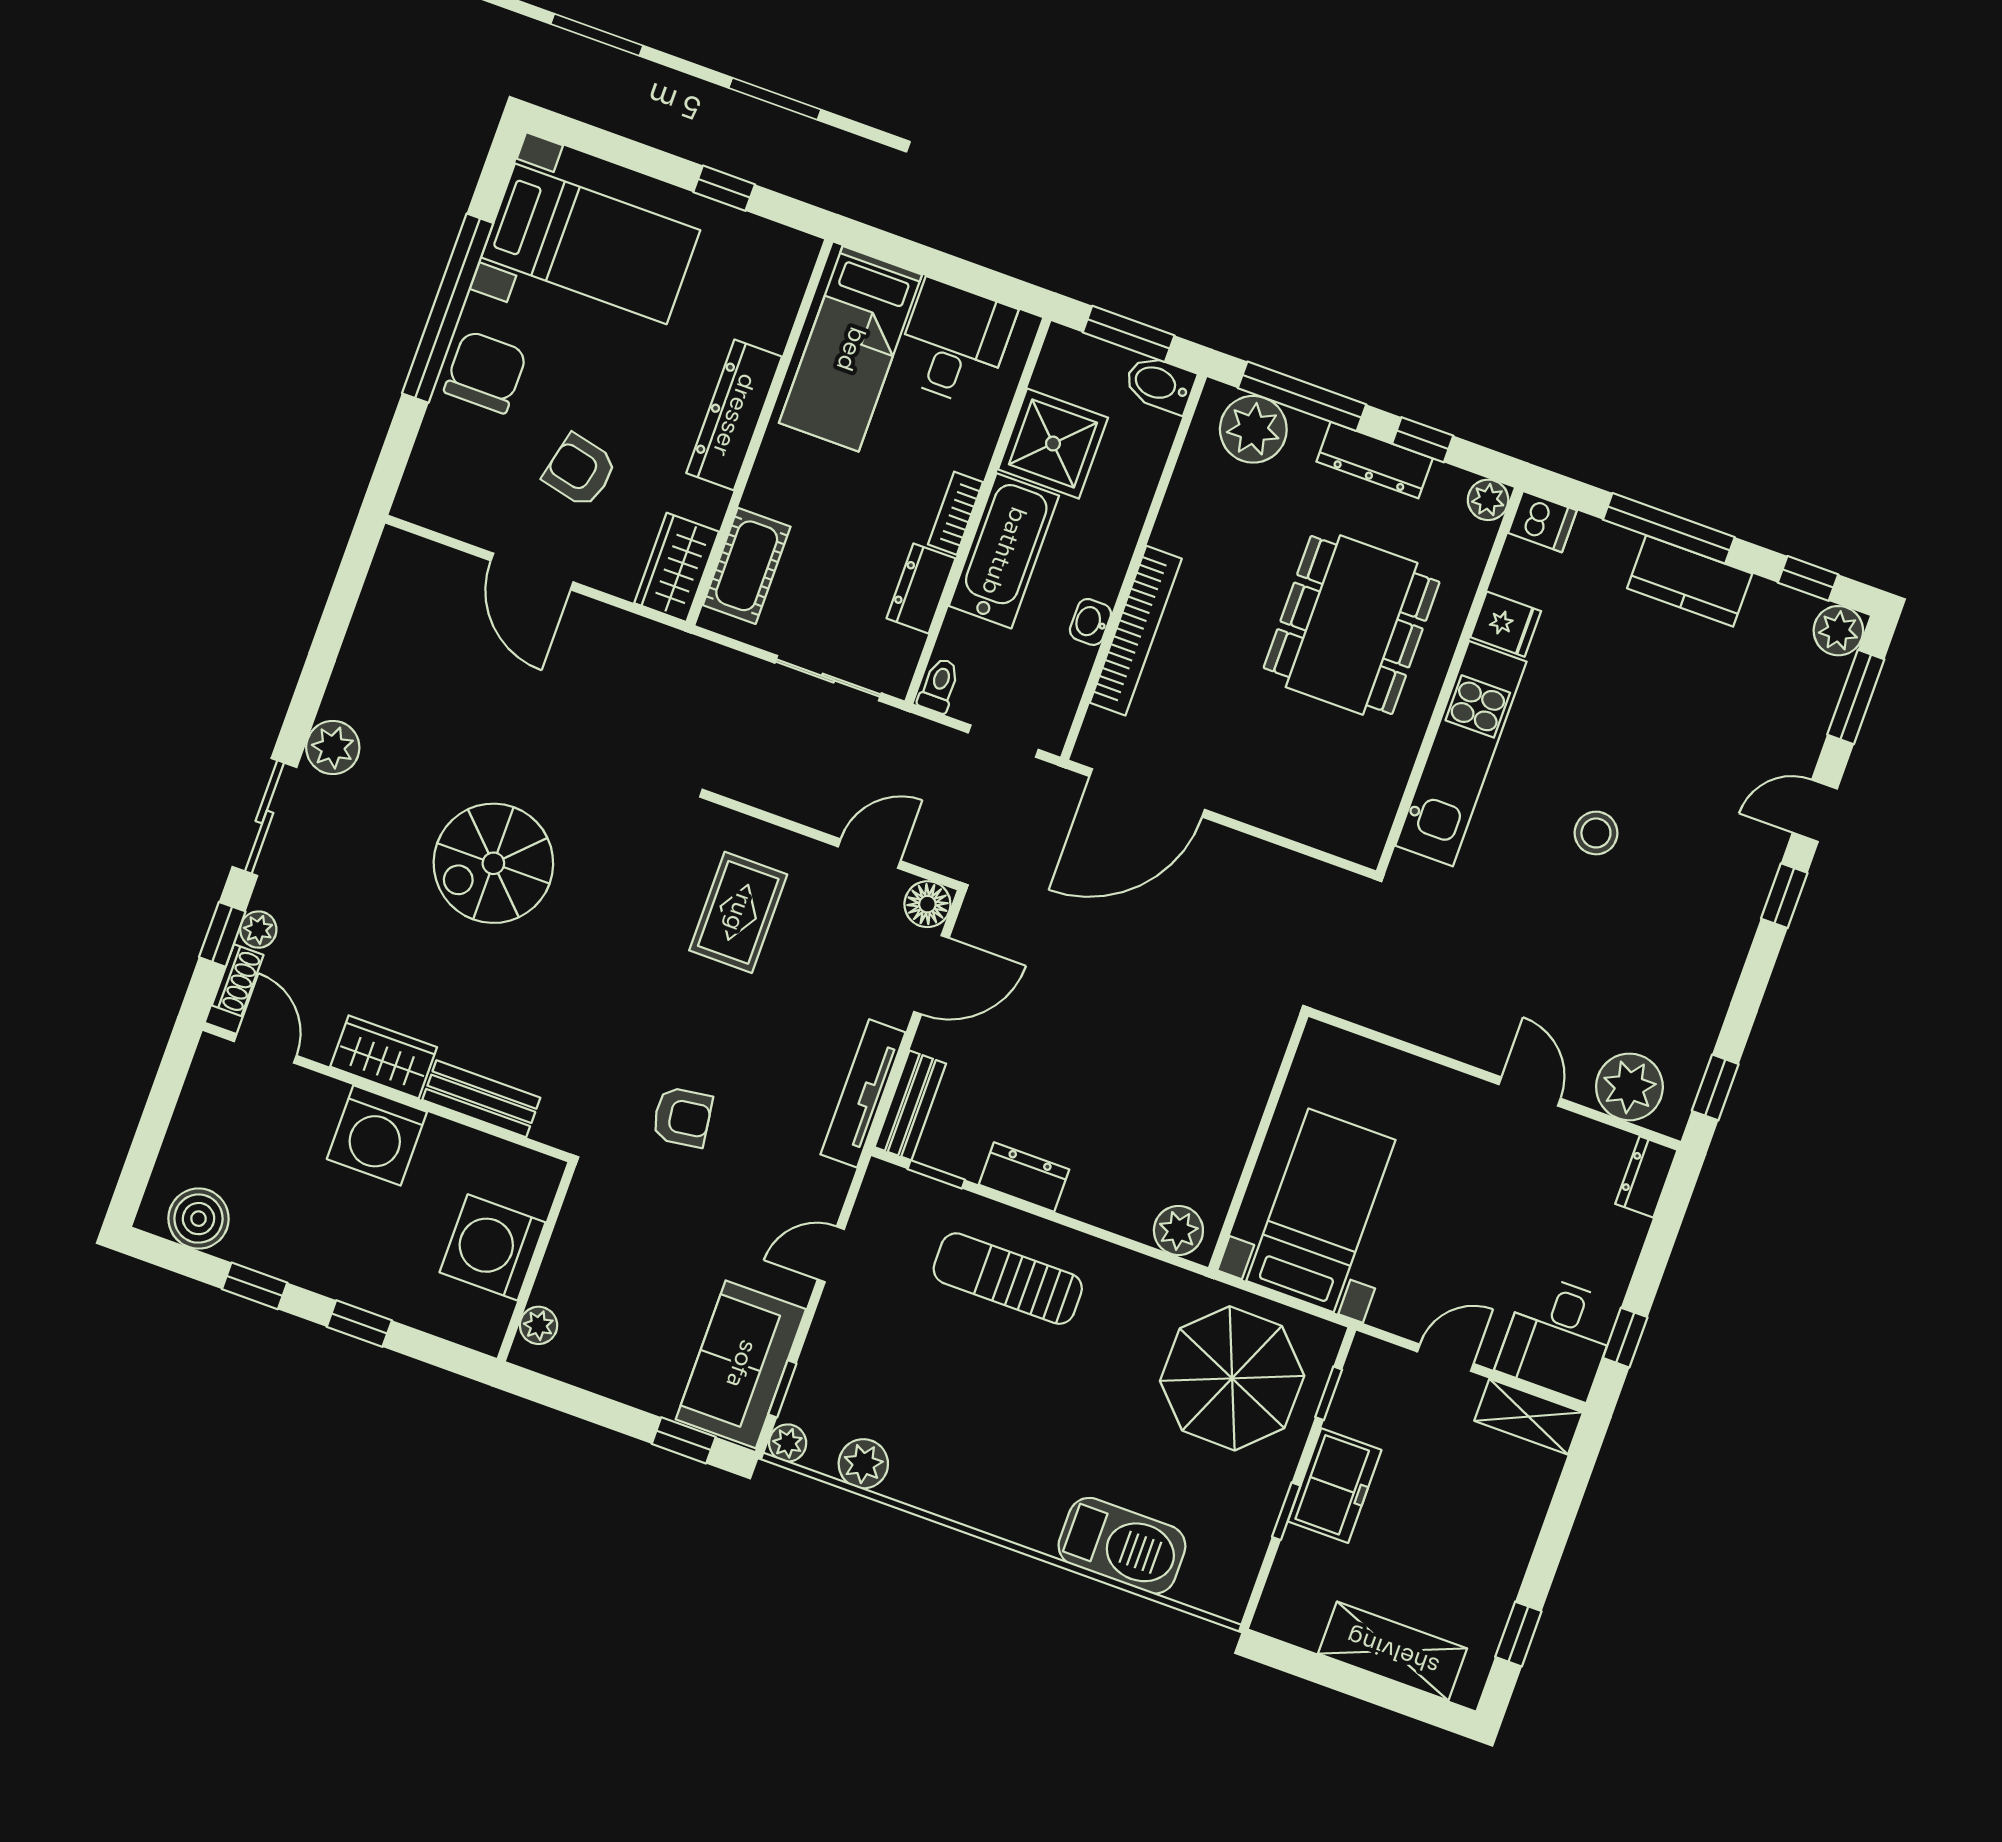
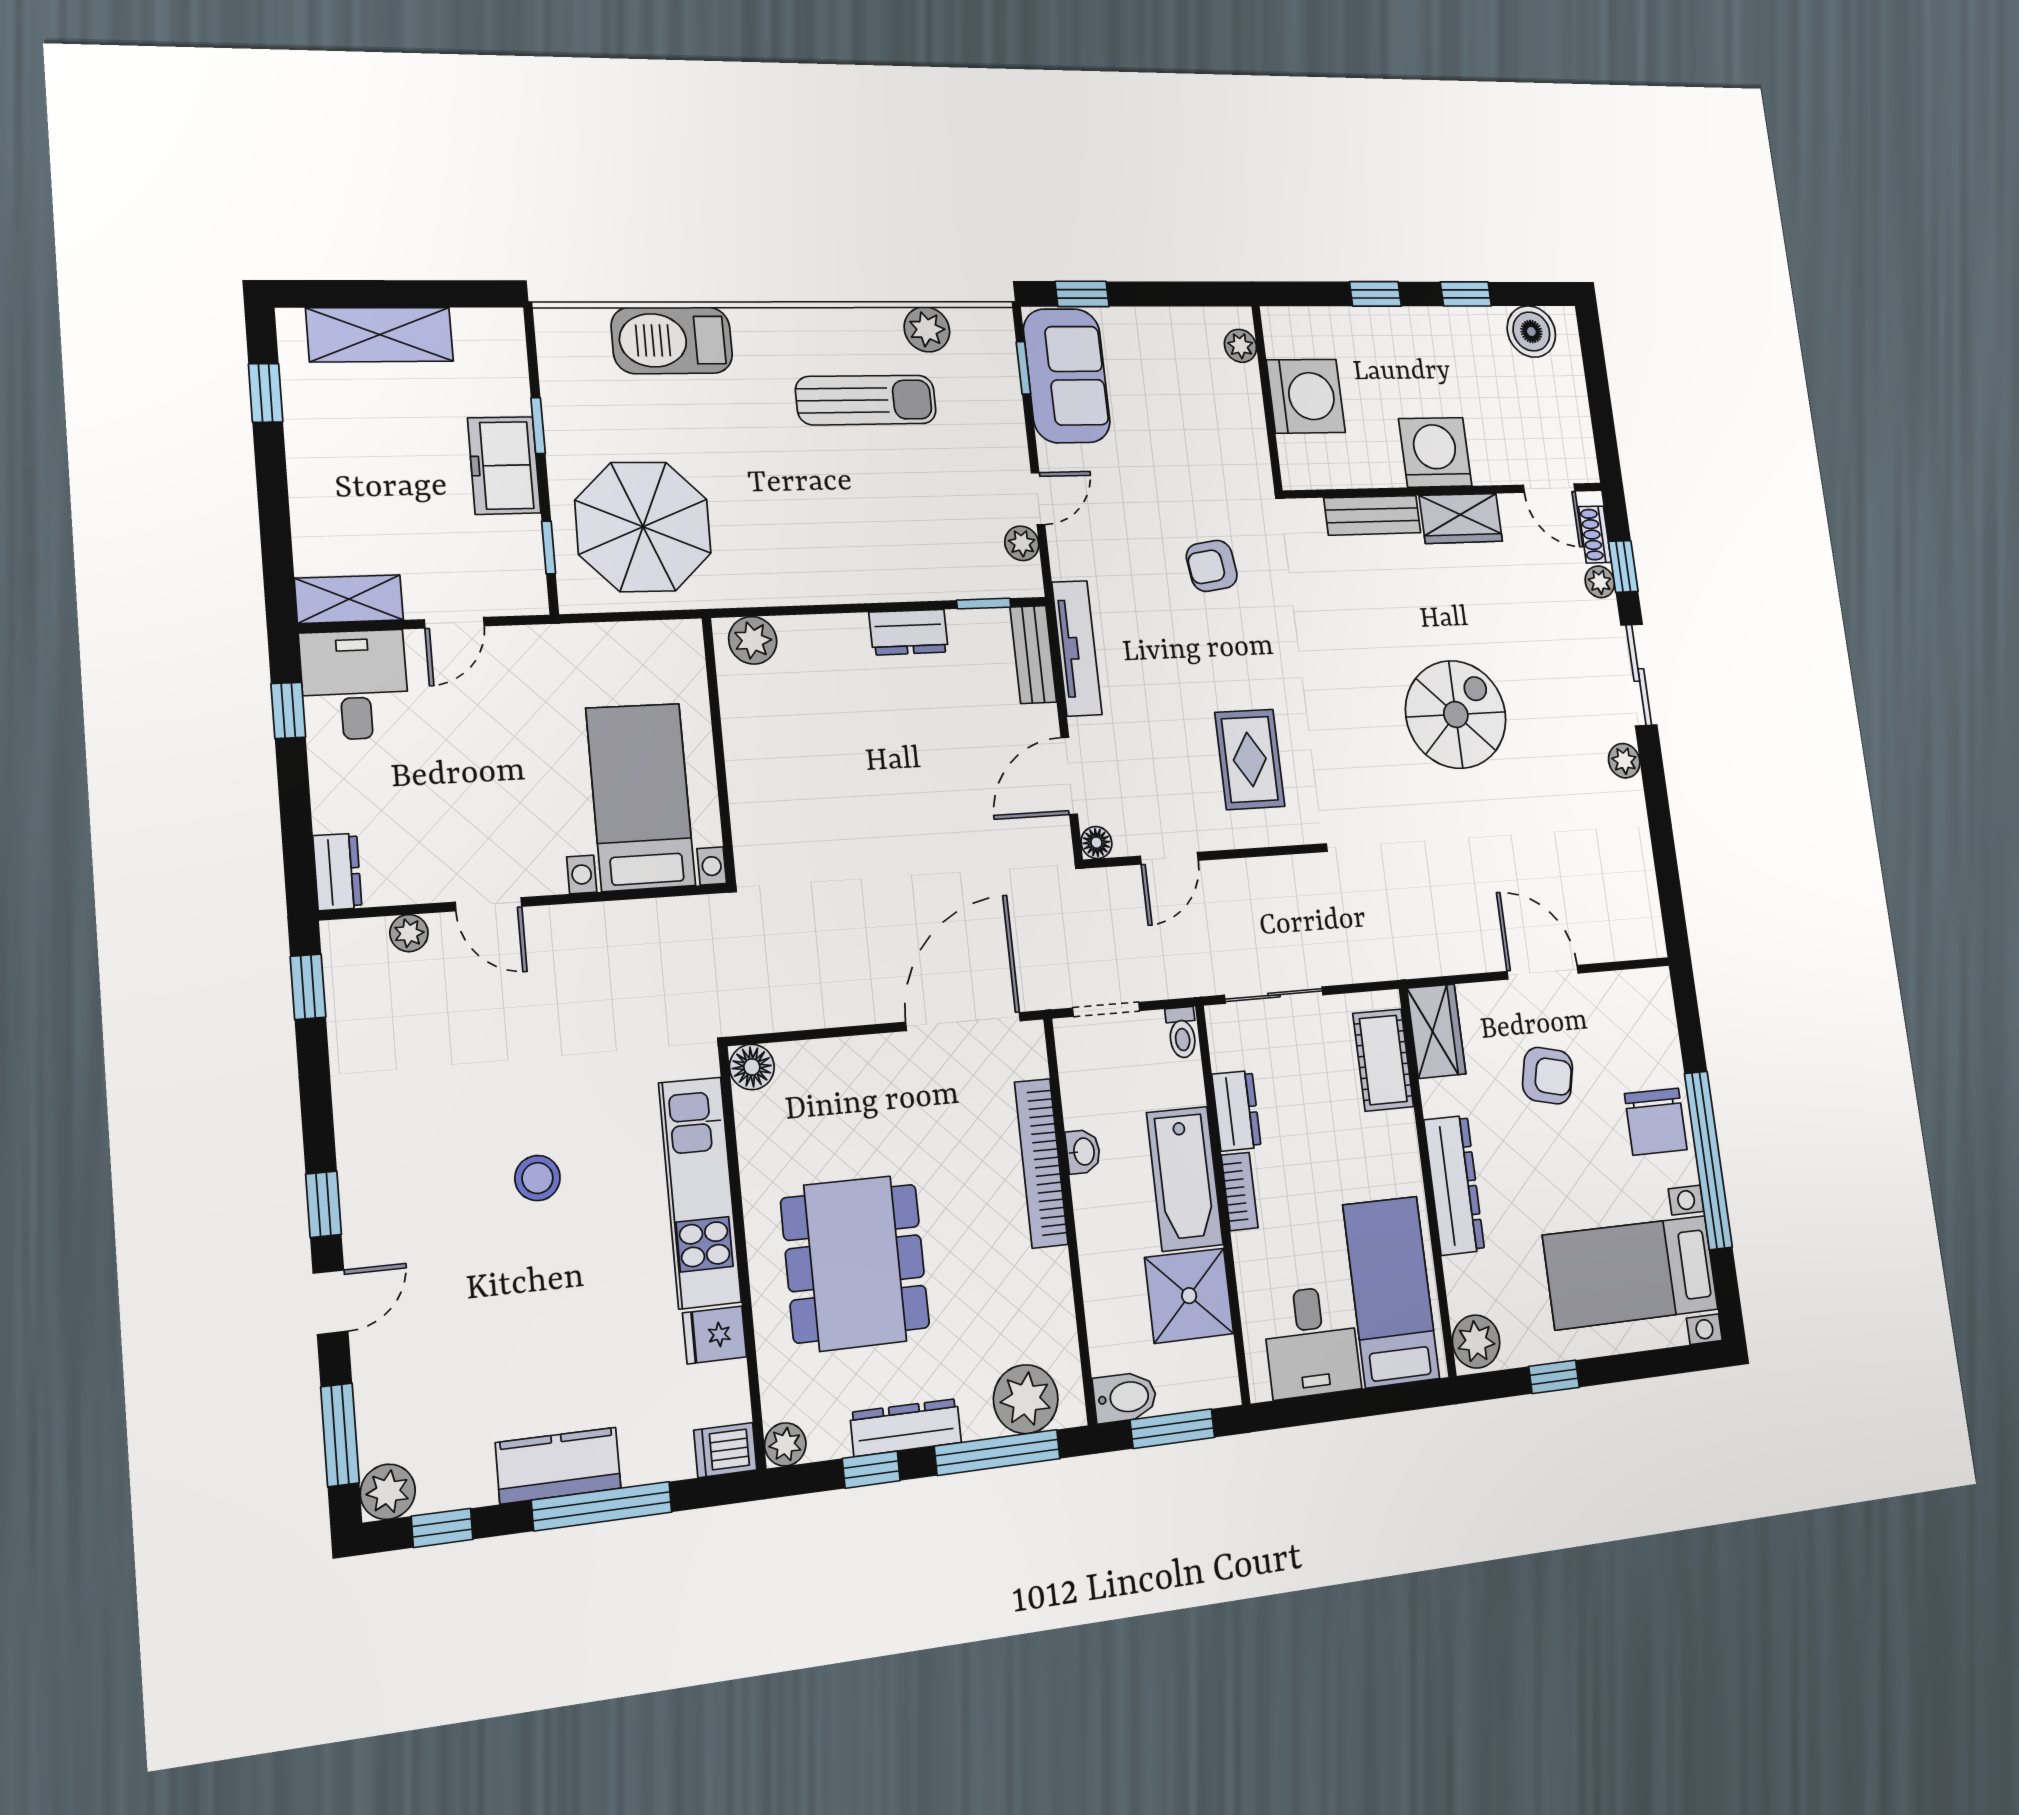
plant: (788, 261) -> (1476, 1342), added
plant: (333, 747) -> (1624, 761), width x0.73, depth x0.73
floor lamp: (1363, 842) -> (752, 1067), added
floor lamp: (927, 904) -> (1096, 843), width x0.73, depth x0.73
plant: (1629, 1087) -> (409, 933), width x0.53, depth x0.53
bed with nightstands: (1321, 1210) -> (641, 797), moved, turned 180
sun lounger: (1008, 1279) -> (866, 400), moved
plant: (788, 1443) -> (1022, 543), moved

